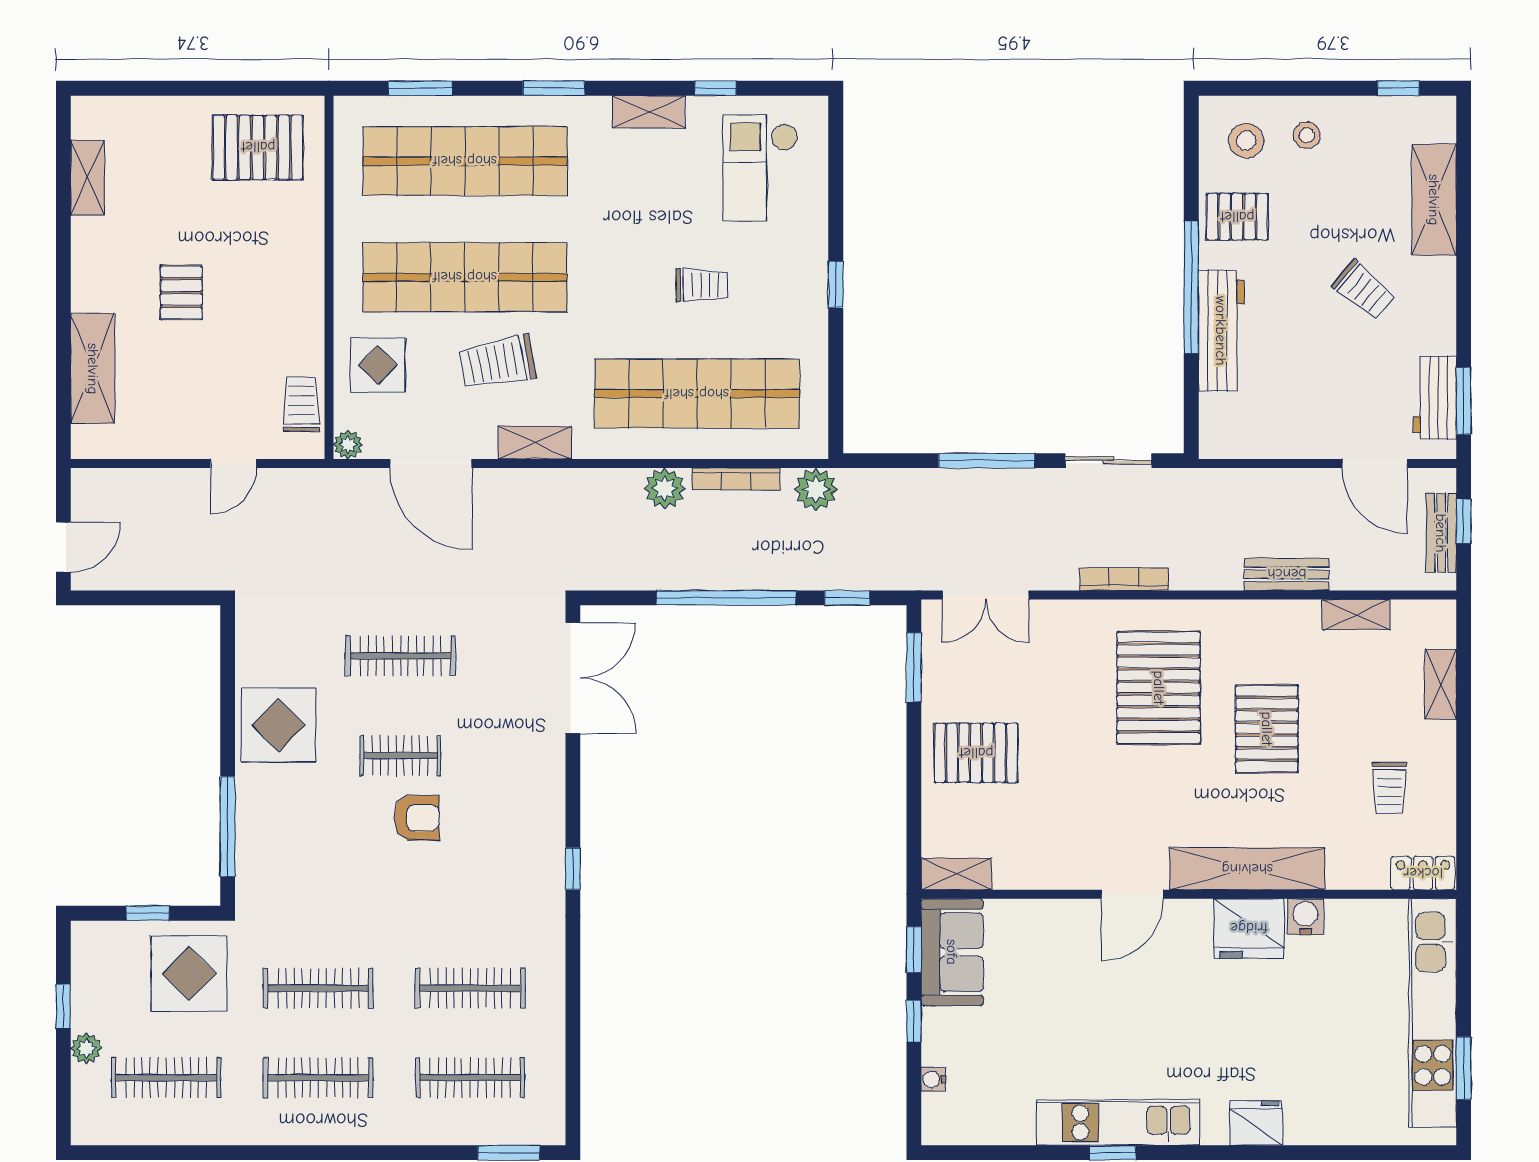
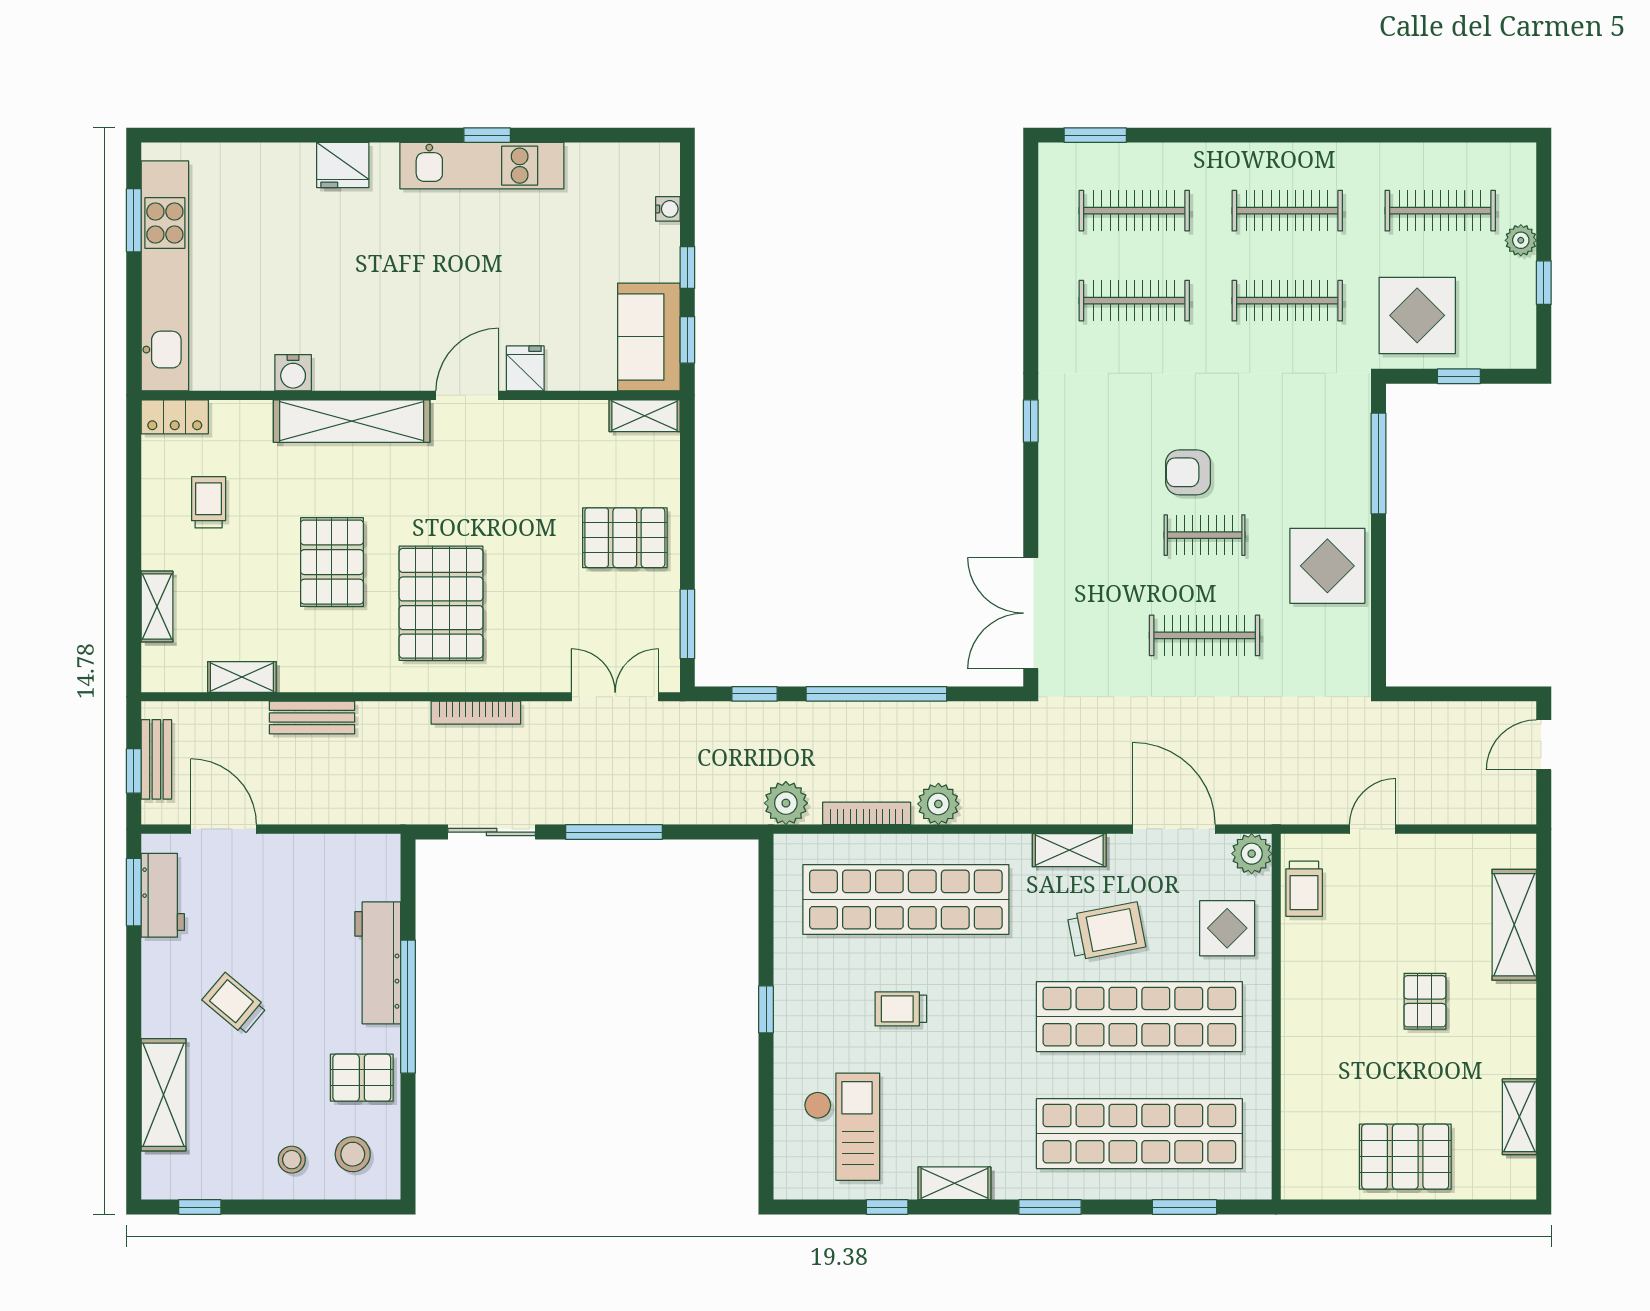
pallet: (258, 147) -> (1405, 1157), moved
plant: (348, 445) -> (1252, 854), width x1.38, depth x1.38
fridge: (1249, 928) -> (525, 368), moved, width x0.53, depth x0.75

